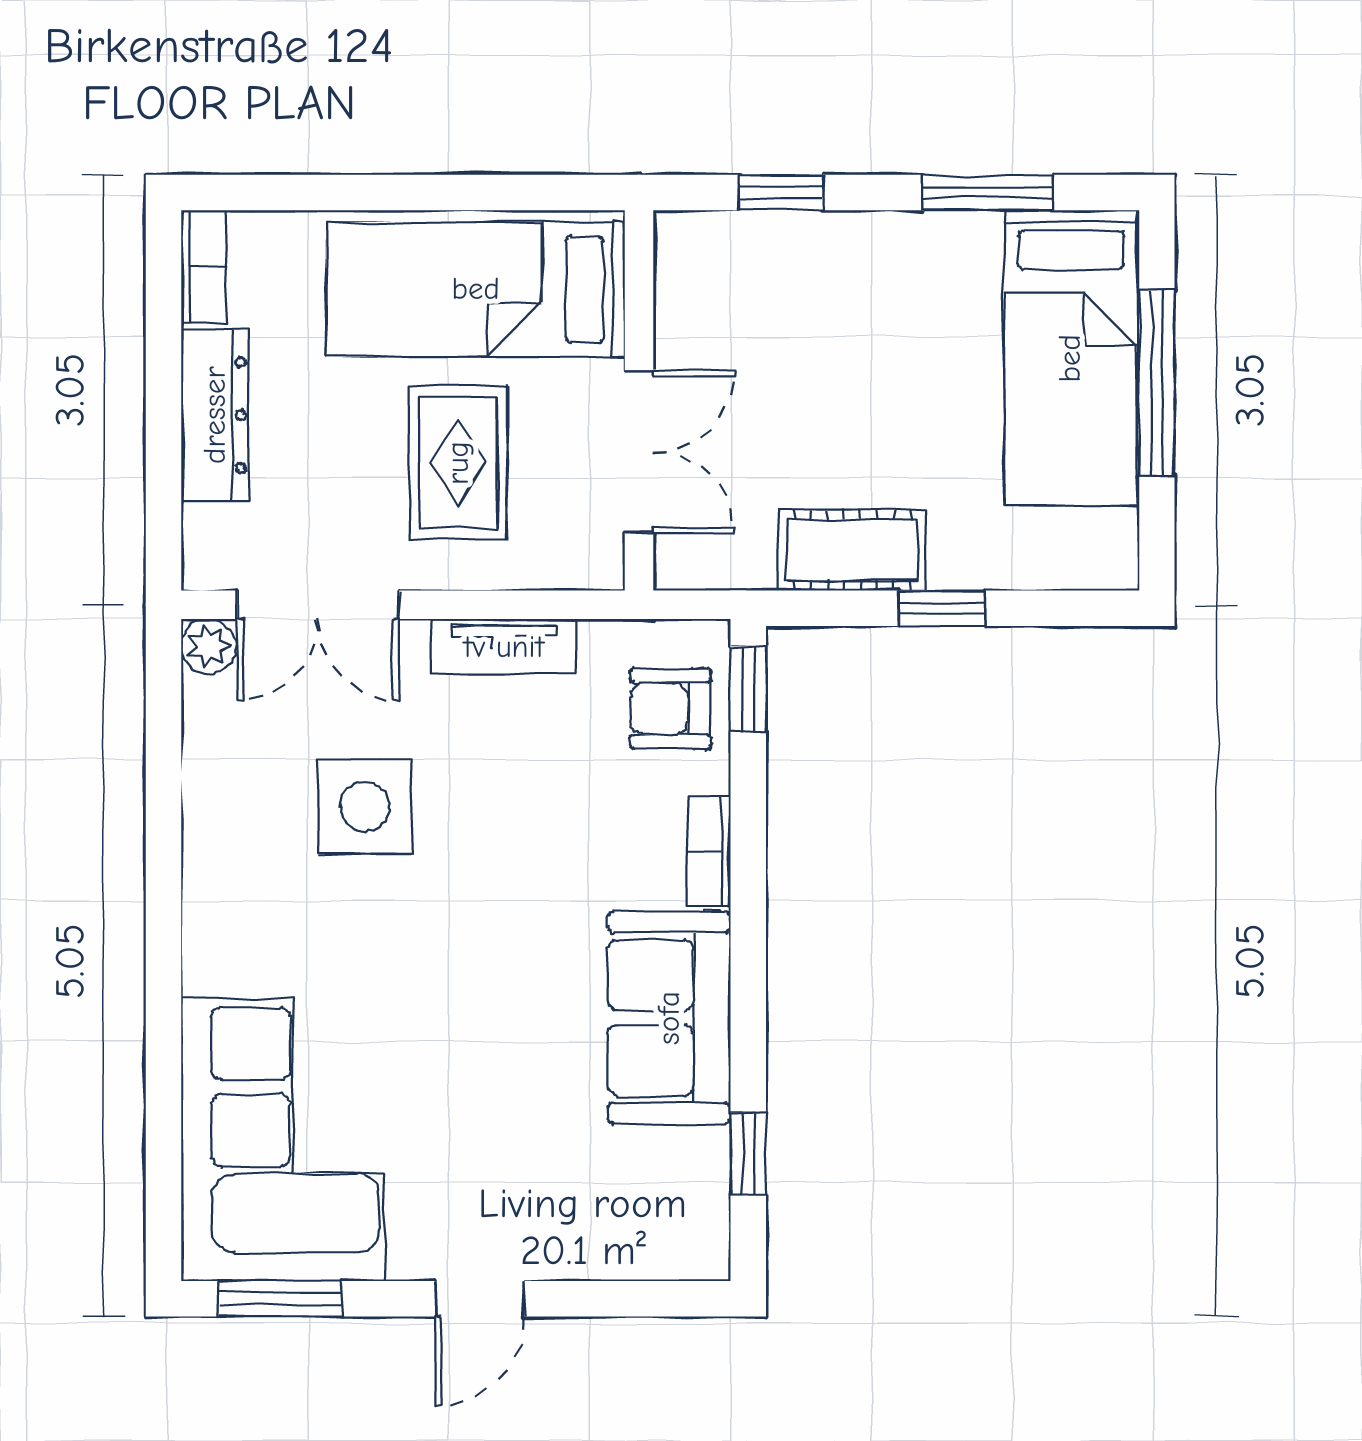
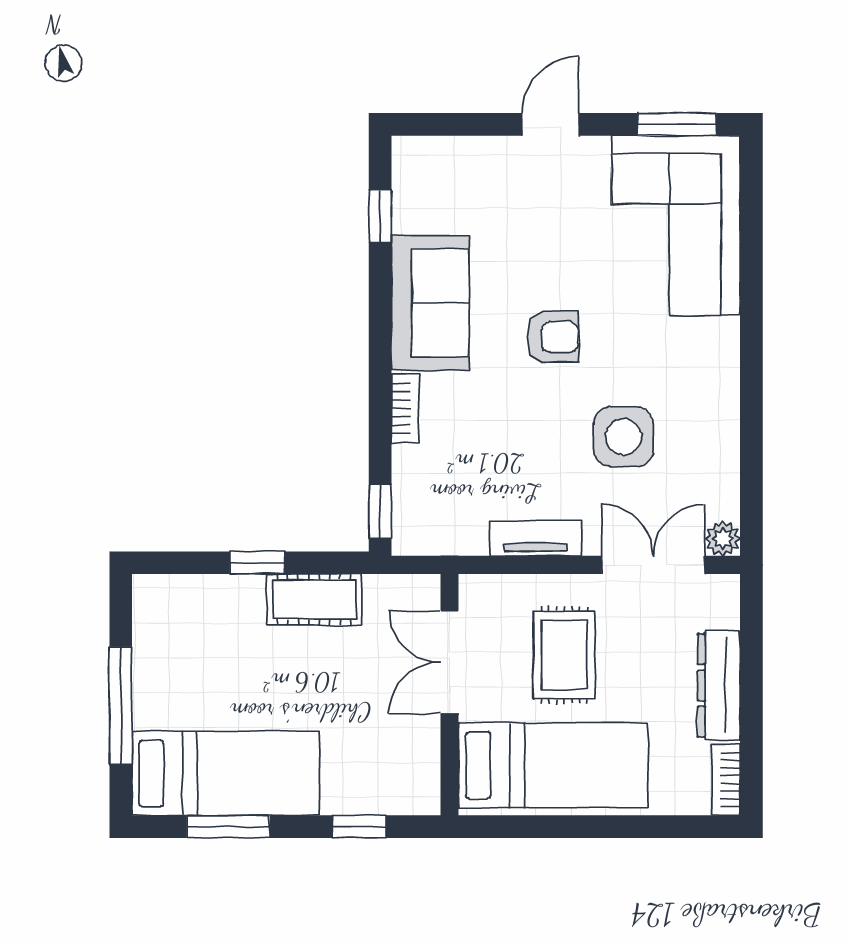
bed: (1070, 358) -> (226, 773), moved, turned 90
armchair: (670, 709) -> (553, 337), moved

